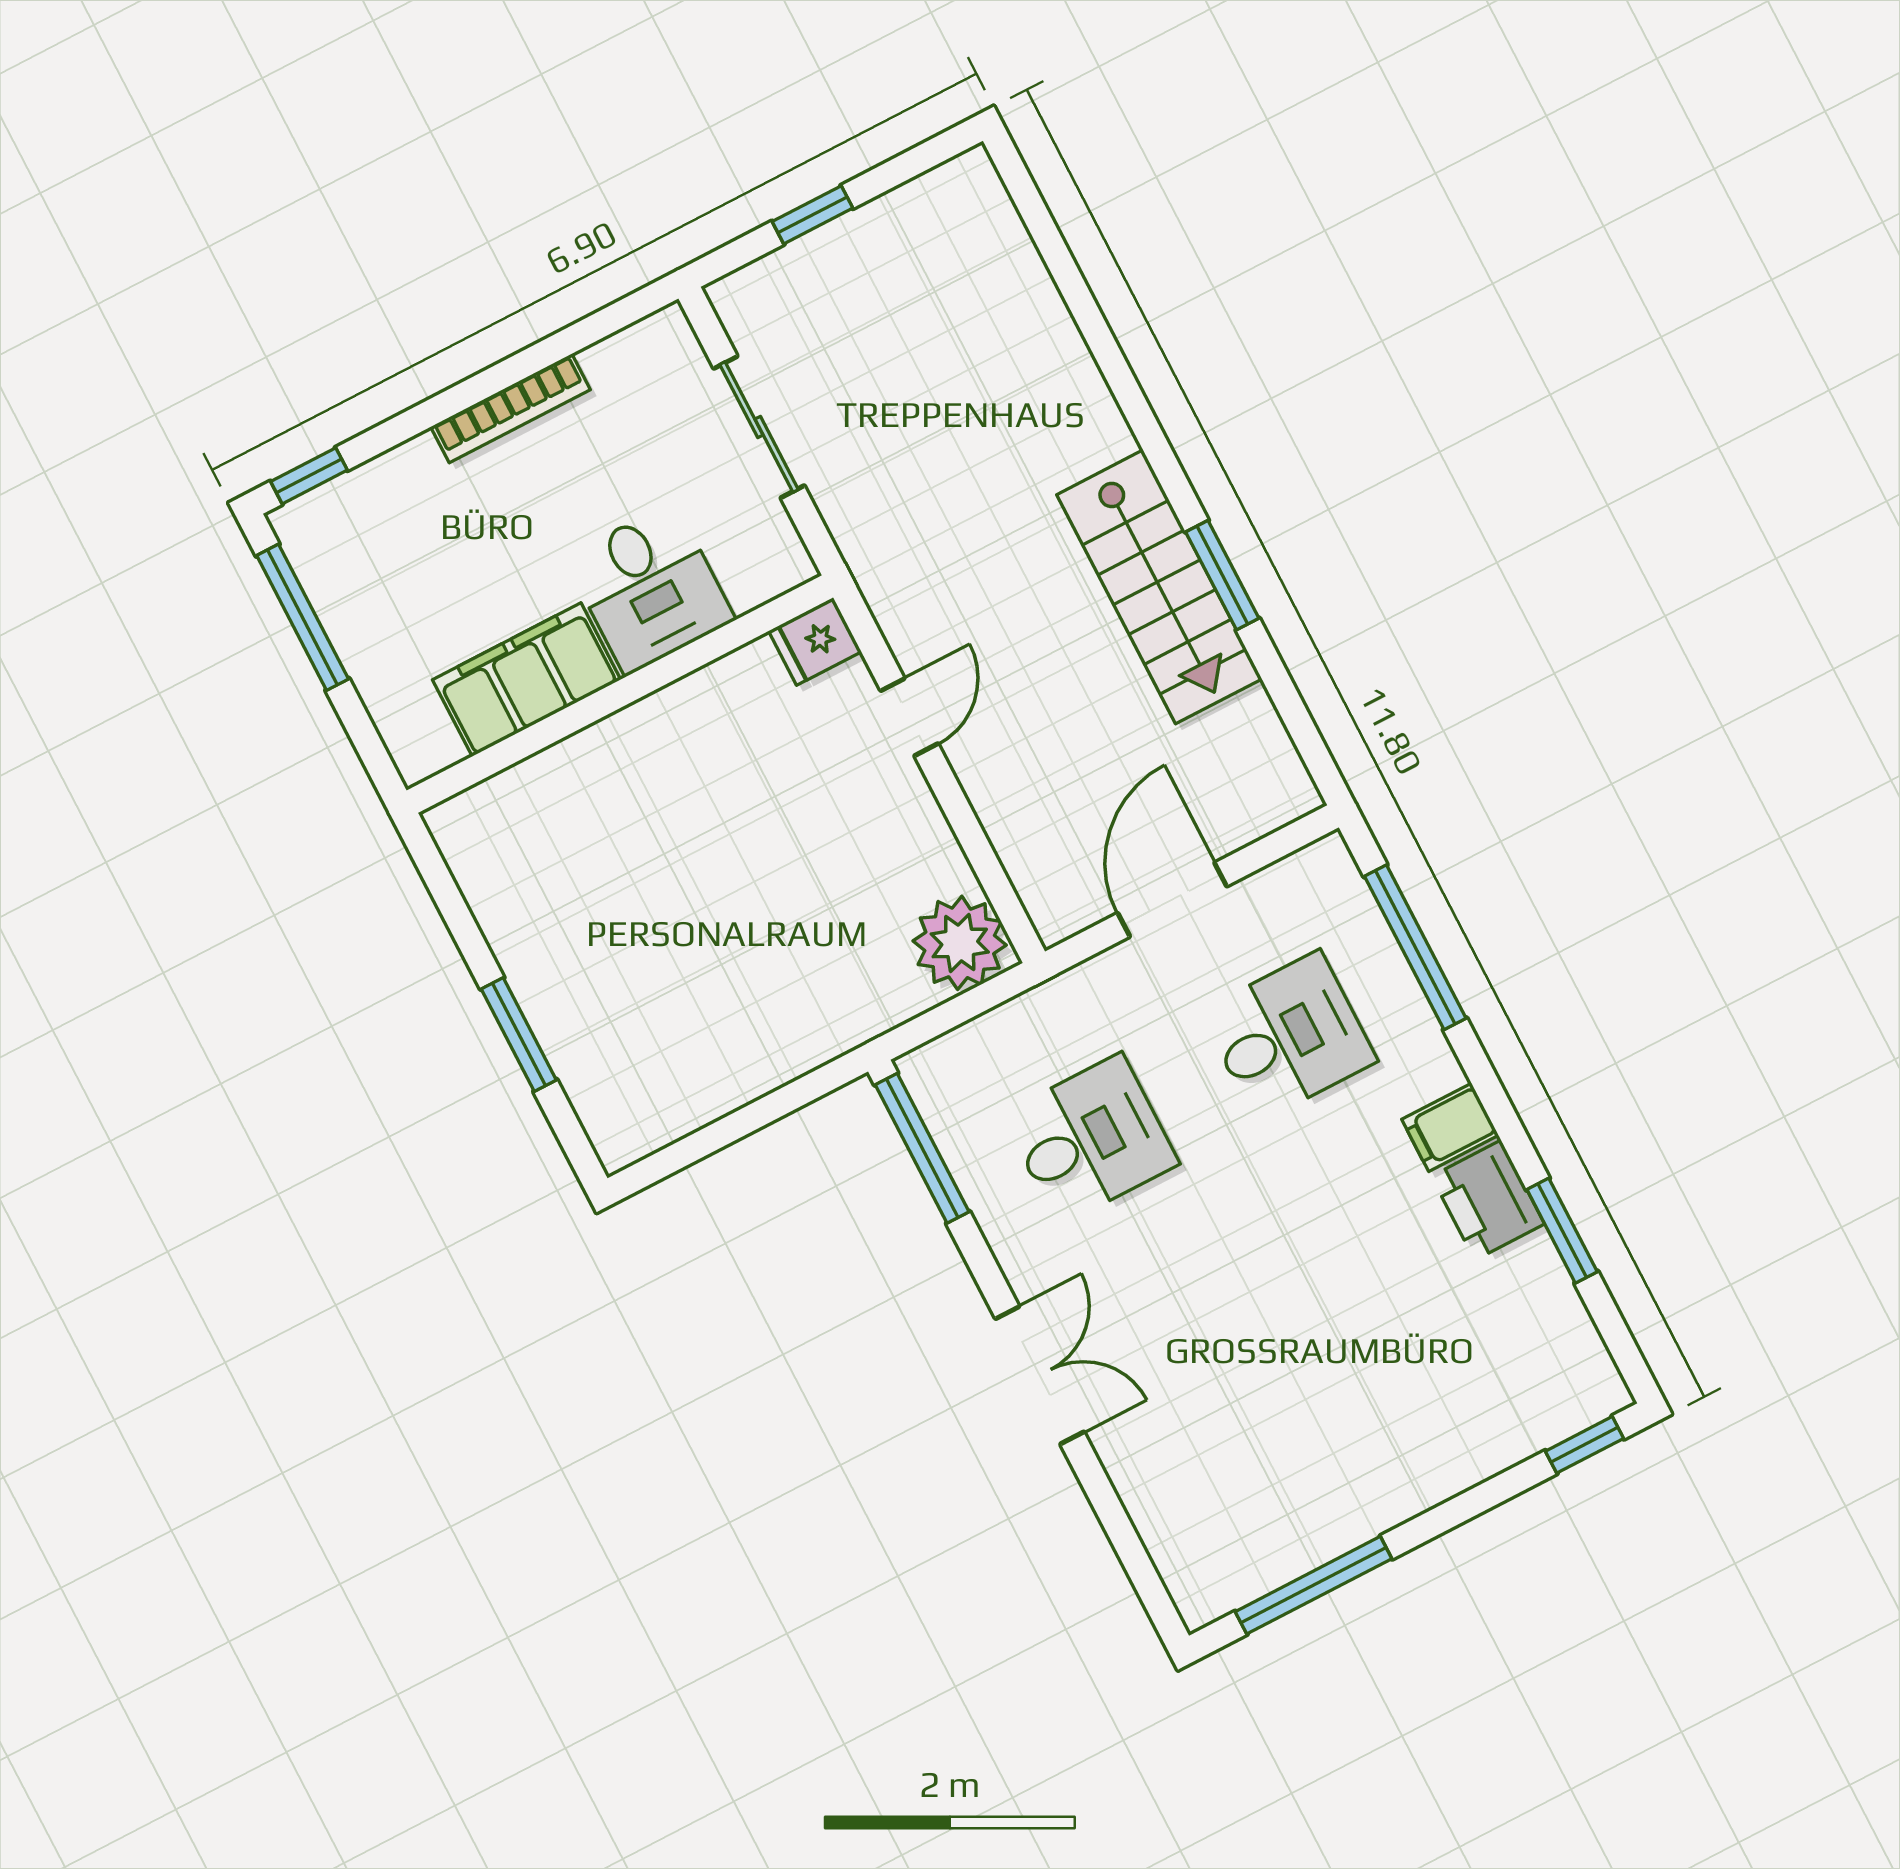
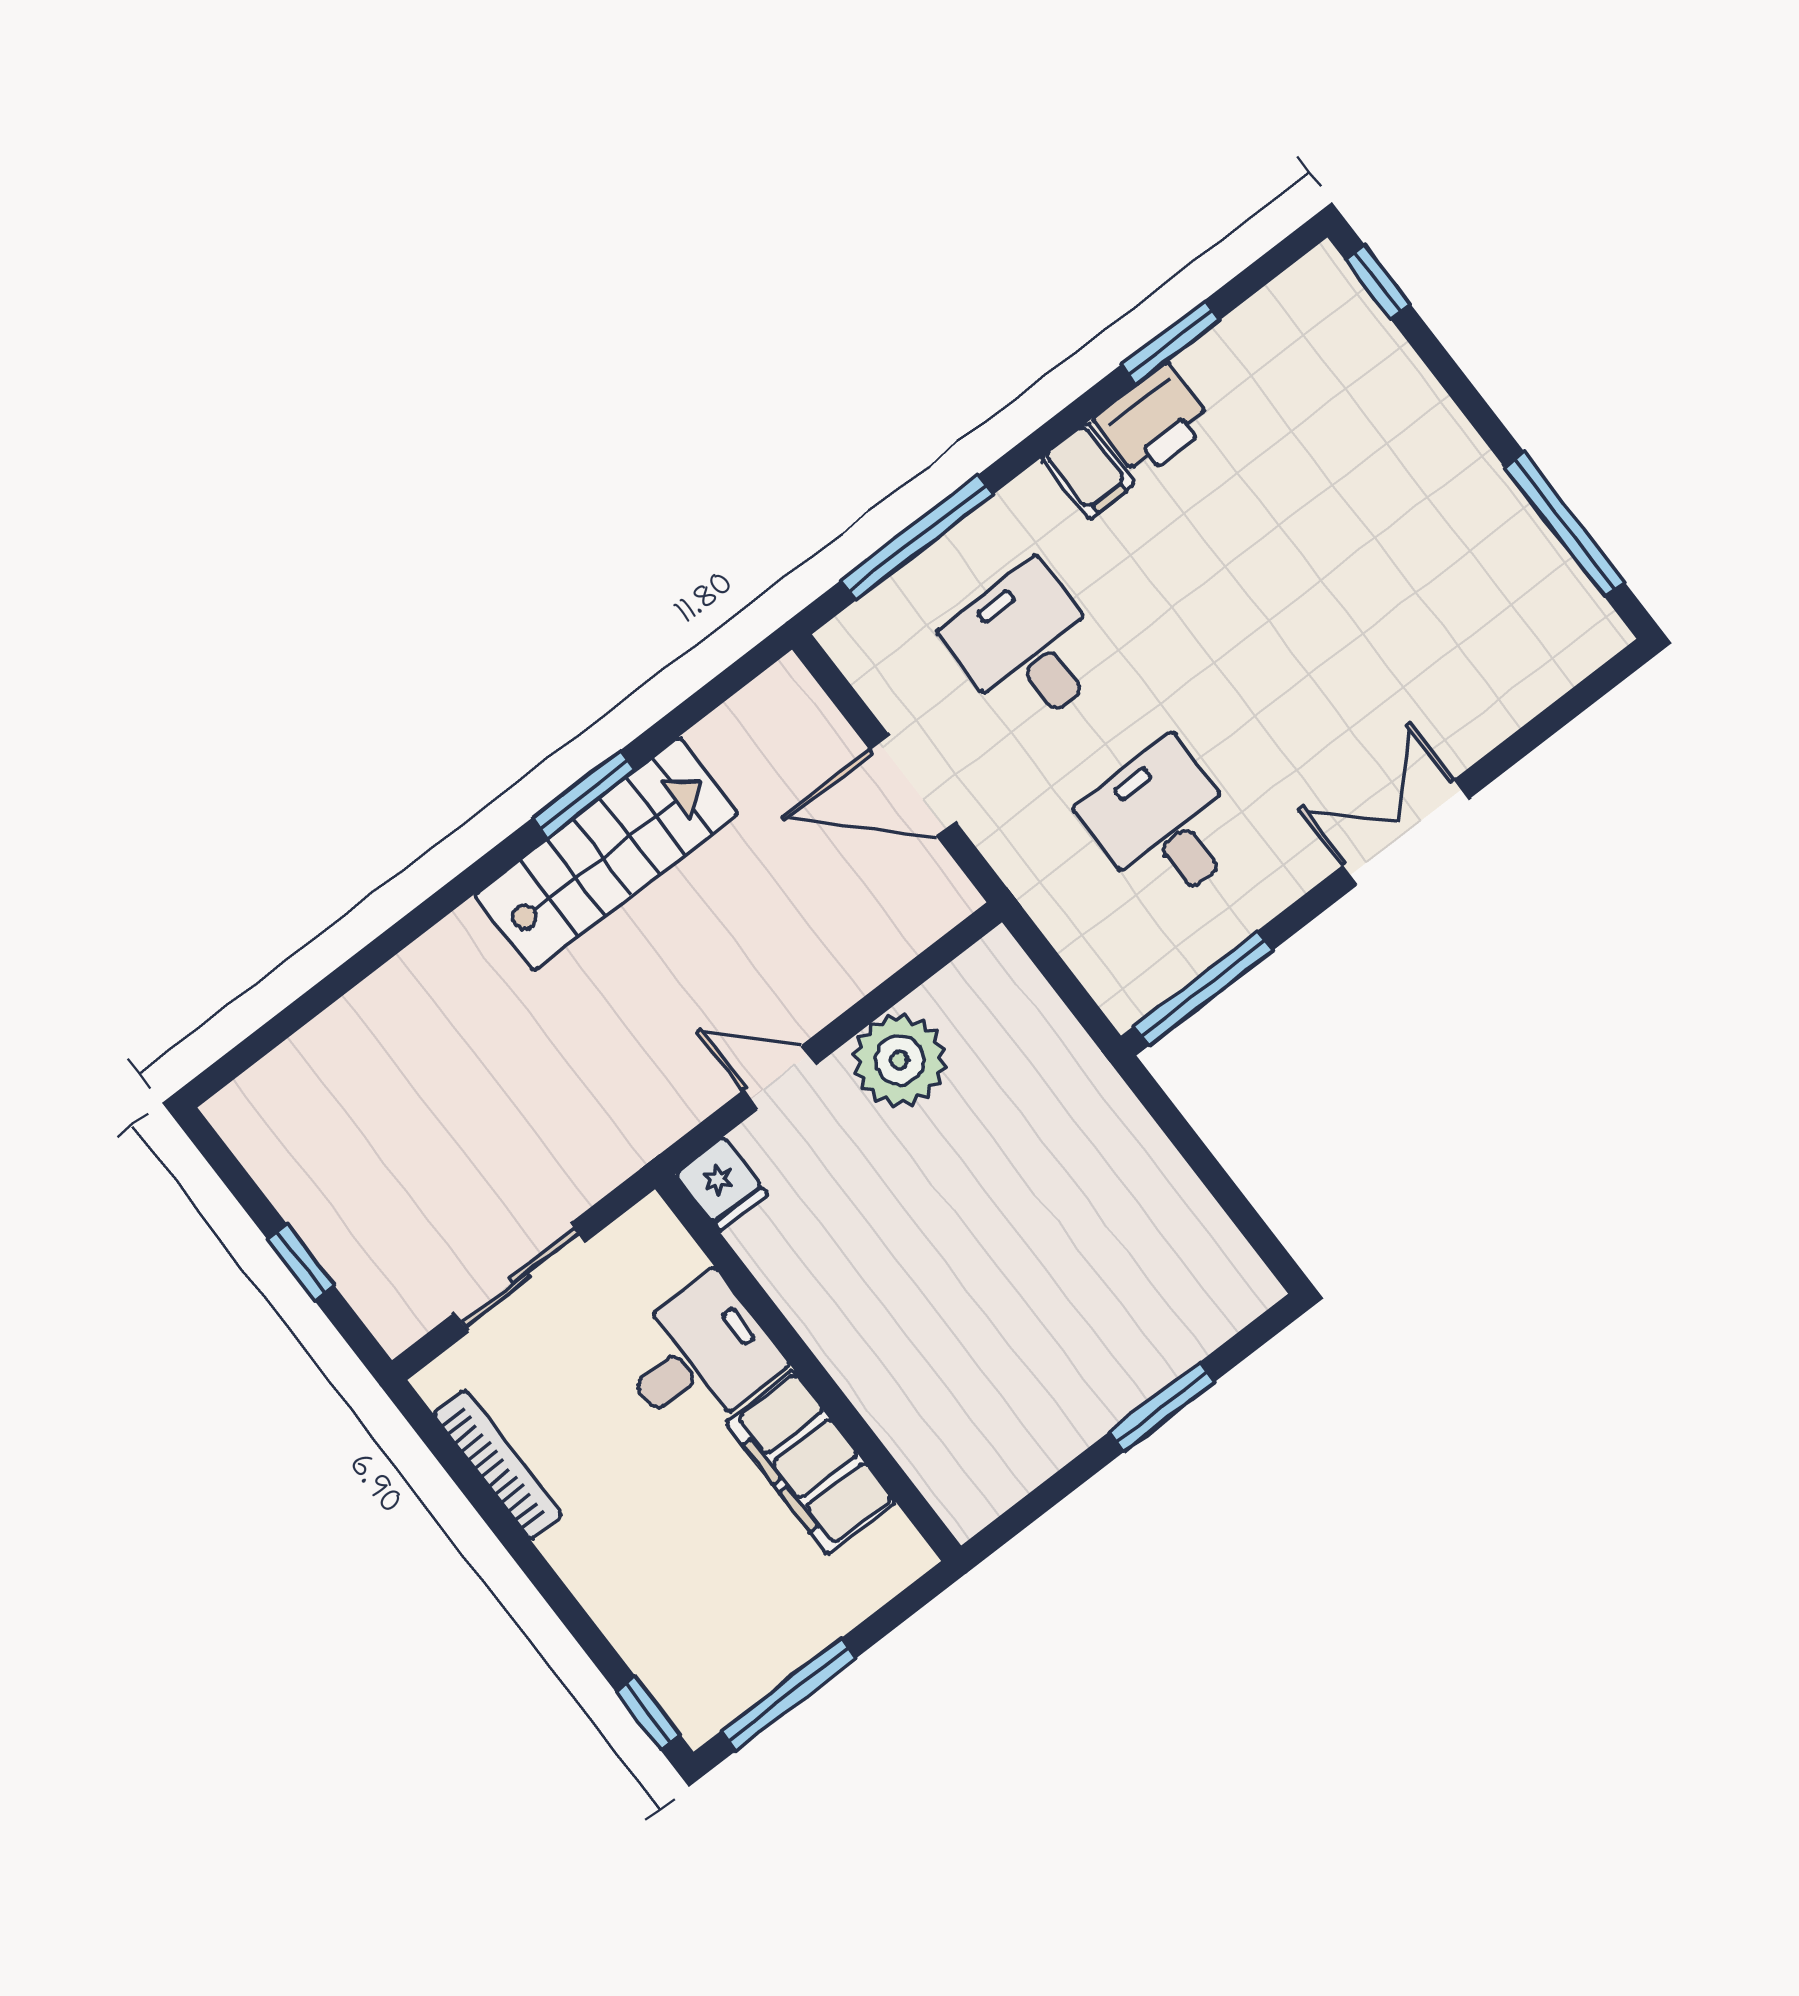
bookcase: (510, 408) -> (498, 1464), moved
plant: (960, 943) -> (900, 1060), moved

